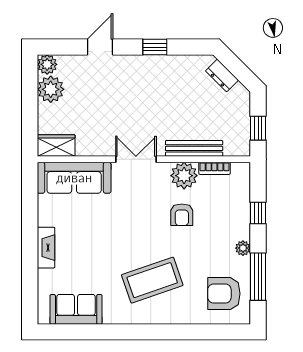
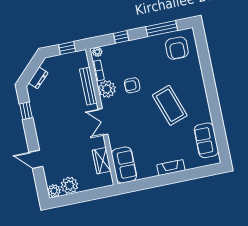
window: (155, 47) -> (26, 111), moved
wardrobe: (56, 146) -> (102, 161), moved
sofa: (74, 178) -> (124, 165), width x0.73
armchair: (182, 215) -> (132, 85), turned 180
plant: (243, 248) -> (97, 52), moved
coffee table: (152, 280) -> (170, 105), moved

